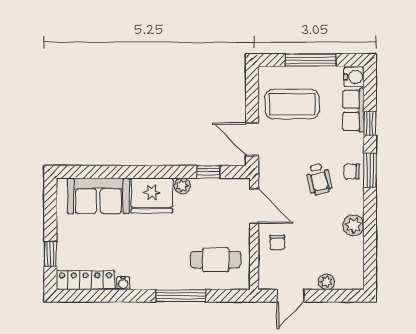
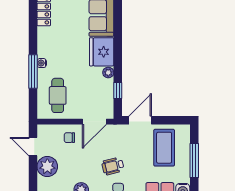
plant: (326, 282) -> (47, 166), width x1.88, depth x1.88
water cooler: (123, 283) -> (42, 63), moved

